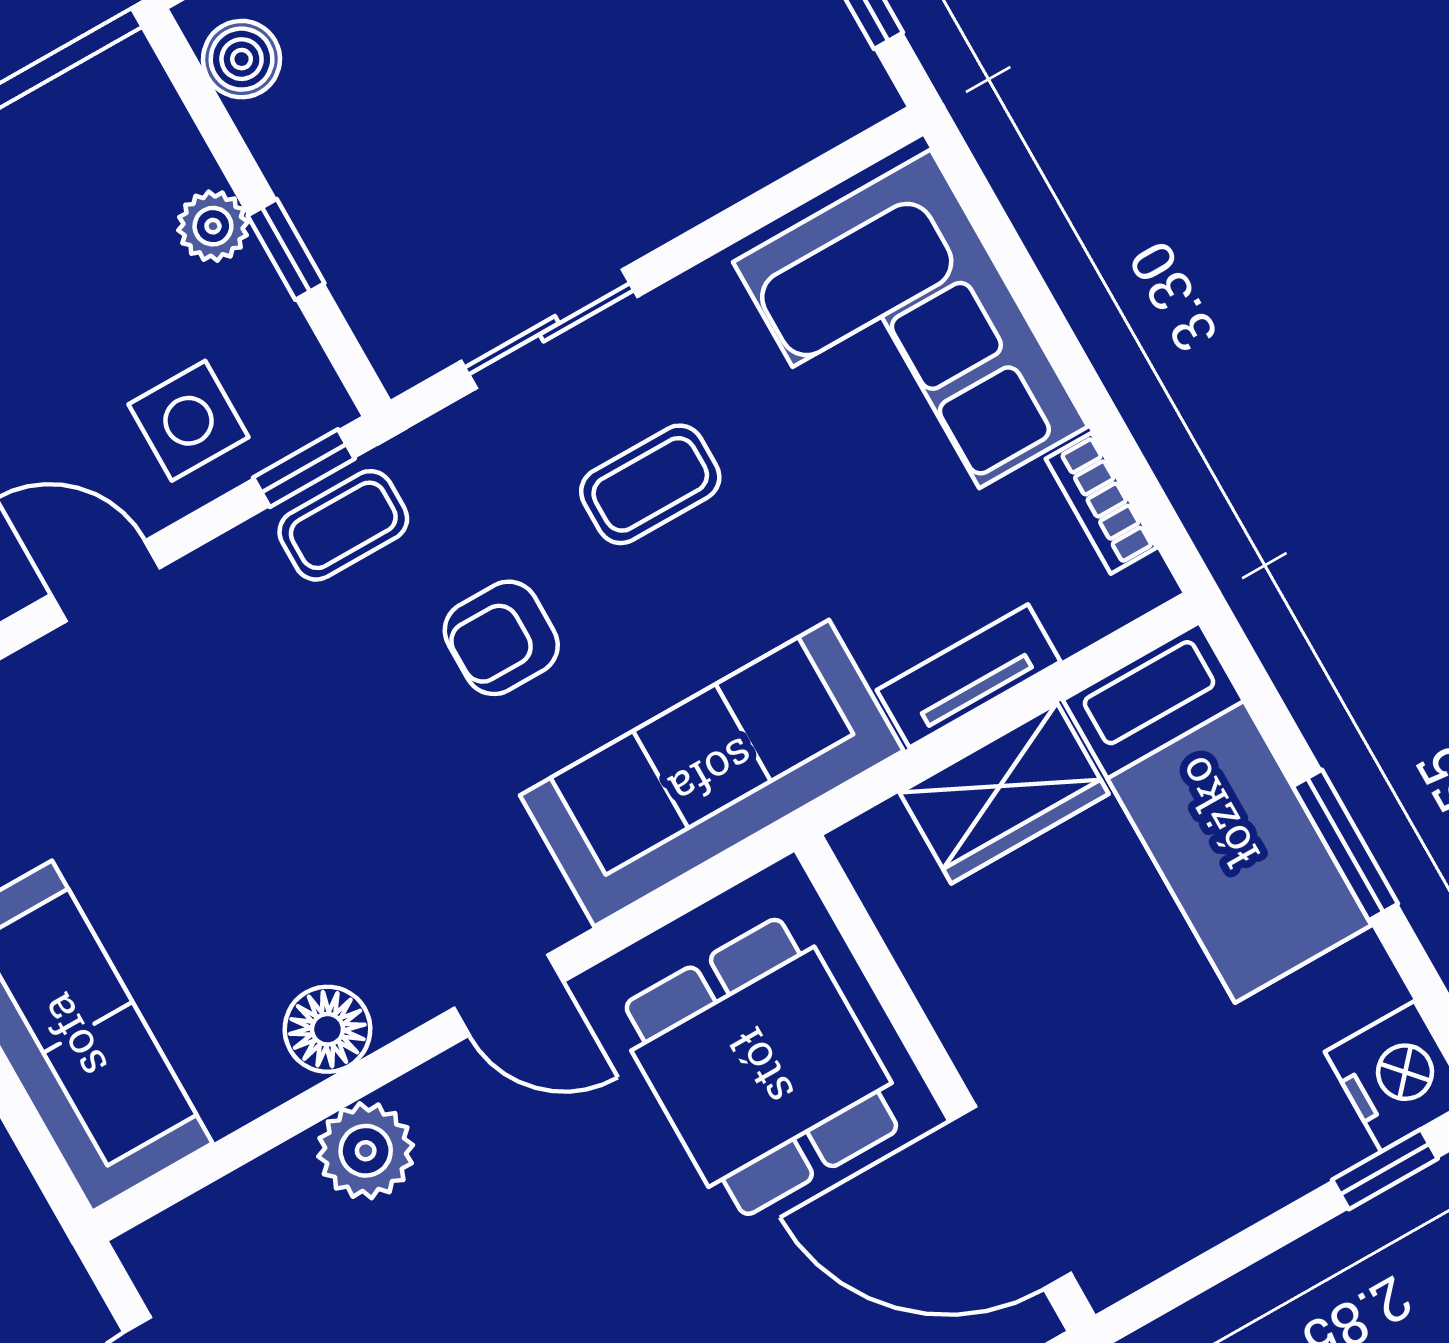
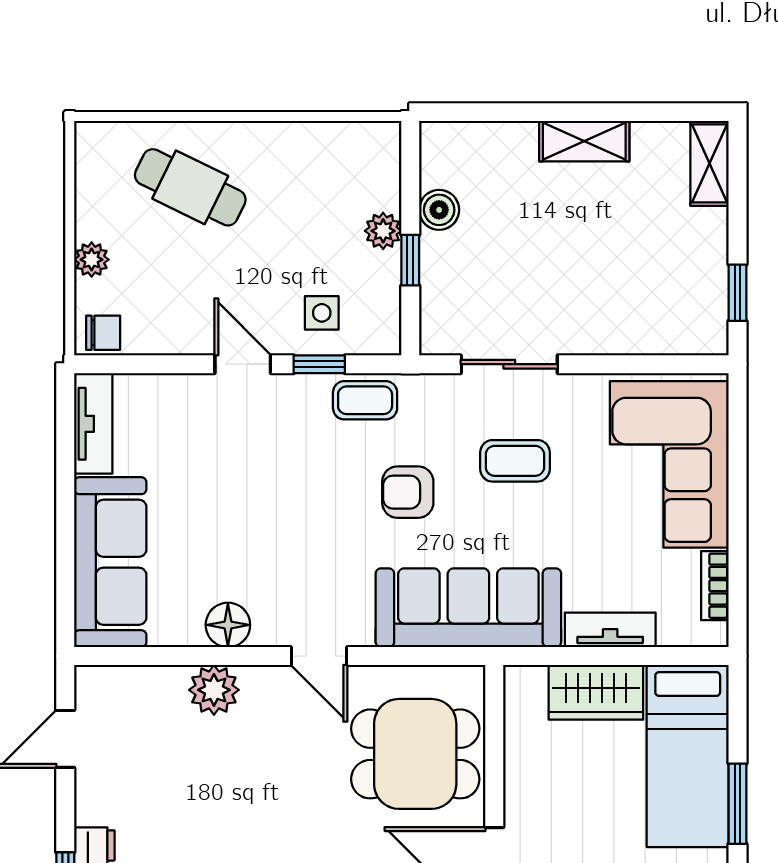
boiler: (242, 59) -> (439, 210), moved
side table: (188, 421) -> (322, 313), width x0.73, depth x0.73
window: (304, 468) -> (319, 364), moved
dining table: (761, 1067) -> (415, 754), turned 90

